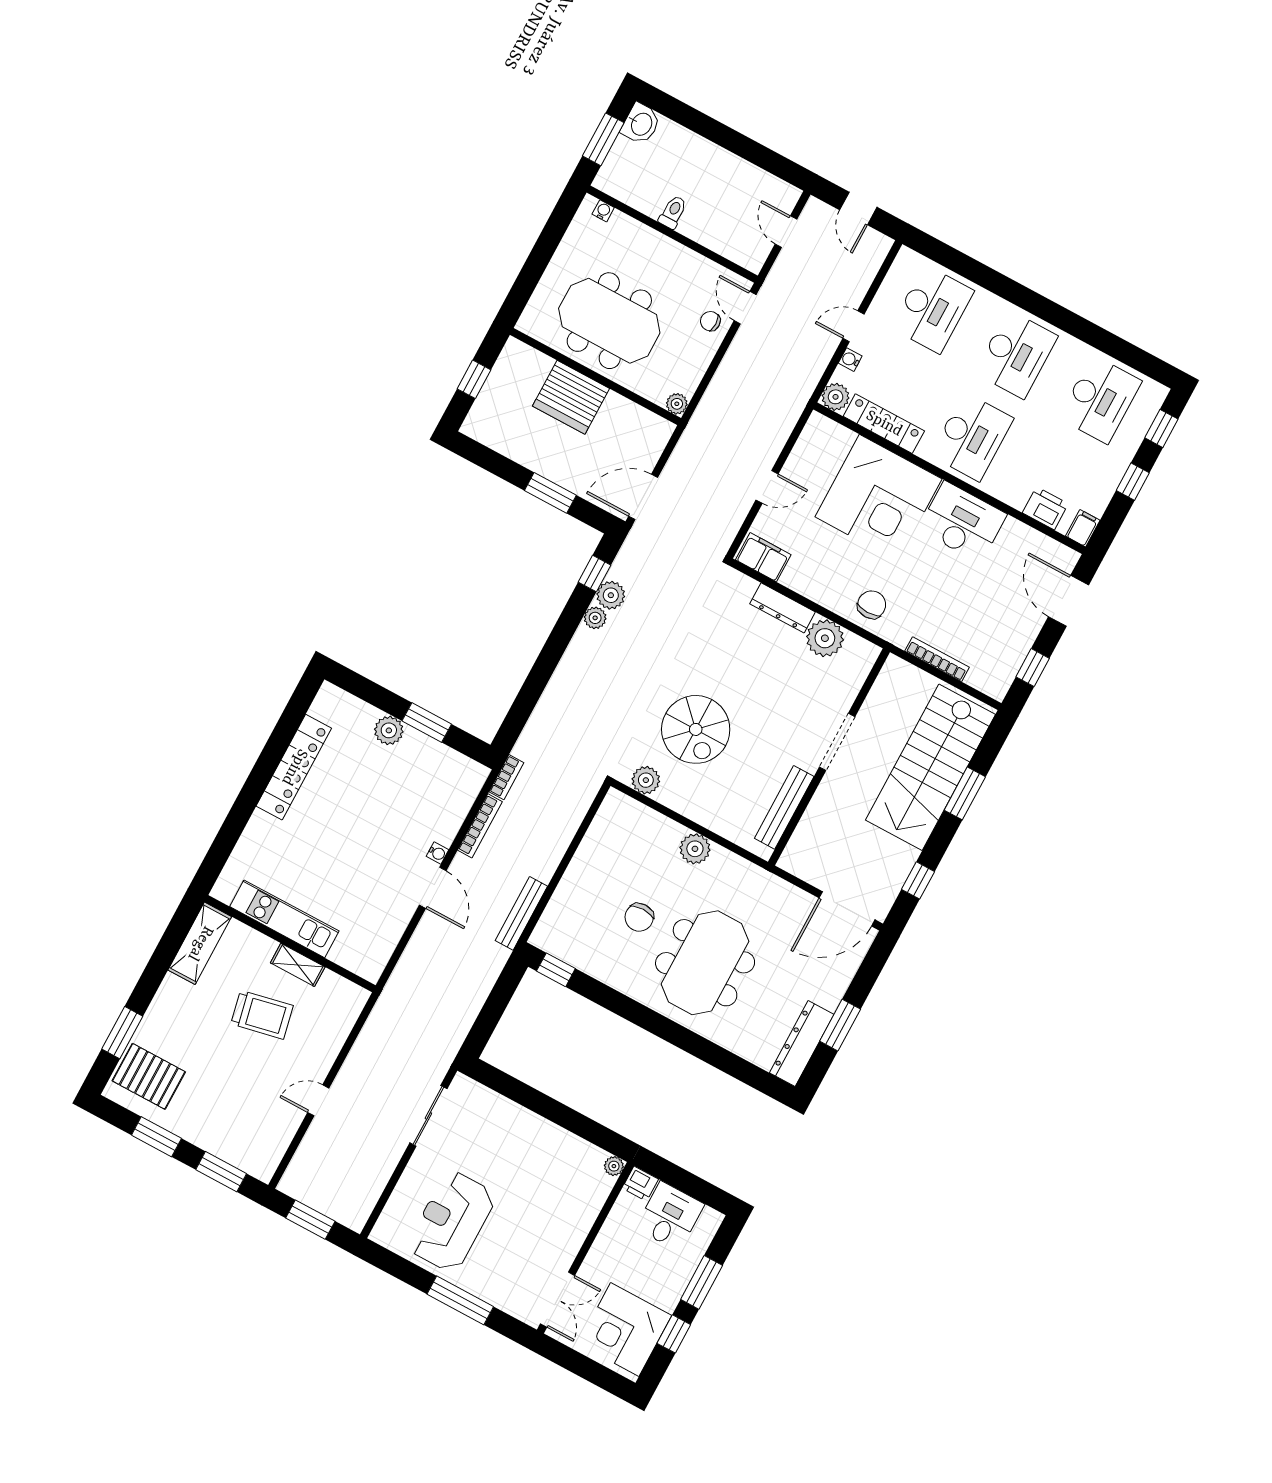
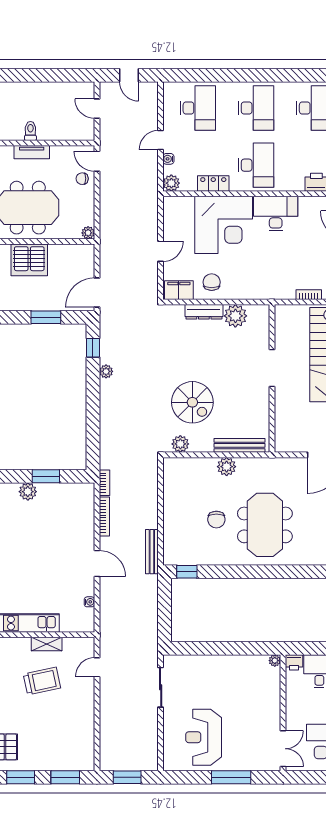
tv unit: (658, 244) -> (32, 152), added
locker: (884, 424) -> (213, 184), width x0.66
plant: (611, 595) -> (108, 355), removed
chair: (872, 605) -> (212, 282), moved
bookcase: (937, 659) -> (309, 295), width x0.64
bench: (784, 807) -> (240, 445), moved, turned 90
water cooler: (437, 853) -> (89, 602), moved
door: (318, 1100) -> (97, 667), moved

